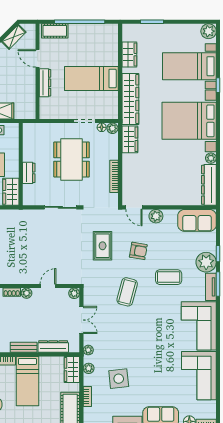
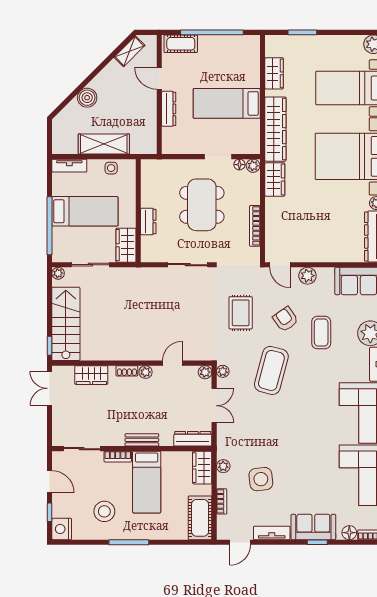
armchair: (138, 251) -> (285, 319), turned -135
coffee table: (169, 277) -> (321, 332), moved, turned 90
coffee table: (127, 292) -> (271, 370), width x1.36, depth x1.32
dresser: (53, 346) -> (193, 439), moved
plant: (88, 350) -> (223, 371), moved

